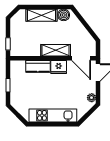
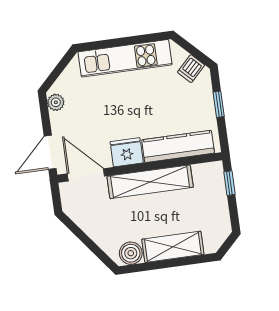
shelving: (56, 50) -> (150, 182), width x1.47
kitchen counter: (38, 66) -> (178, 146), width x1.50
dishwasher: (20, 105) -> (191, 69), added

